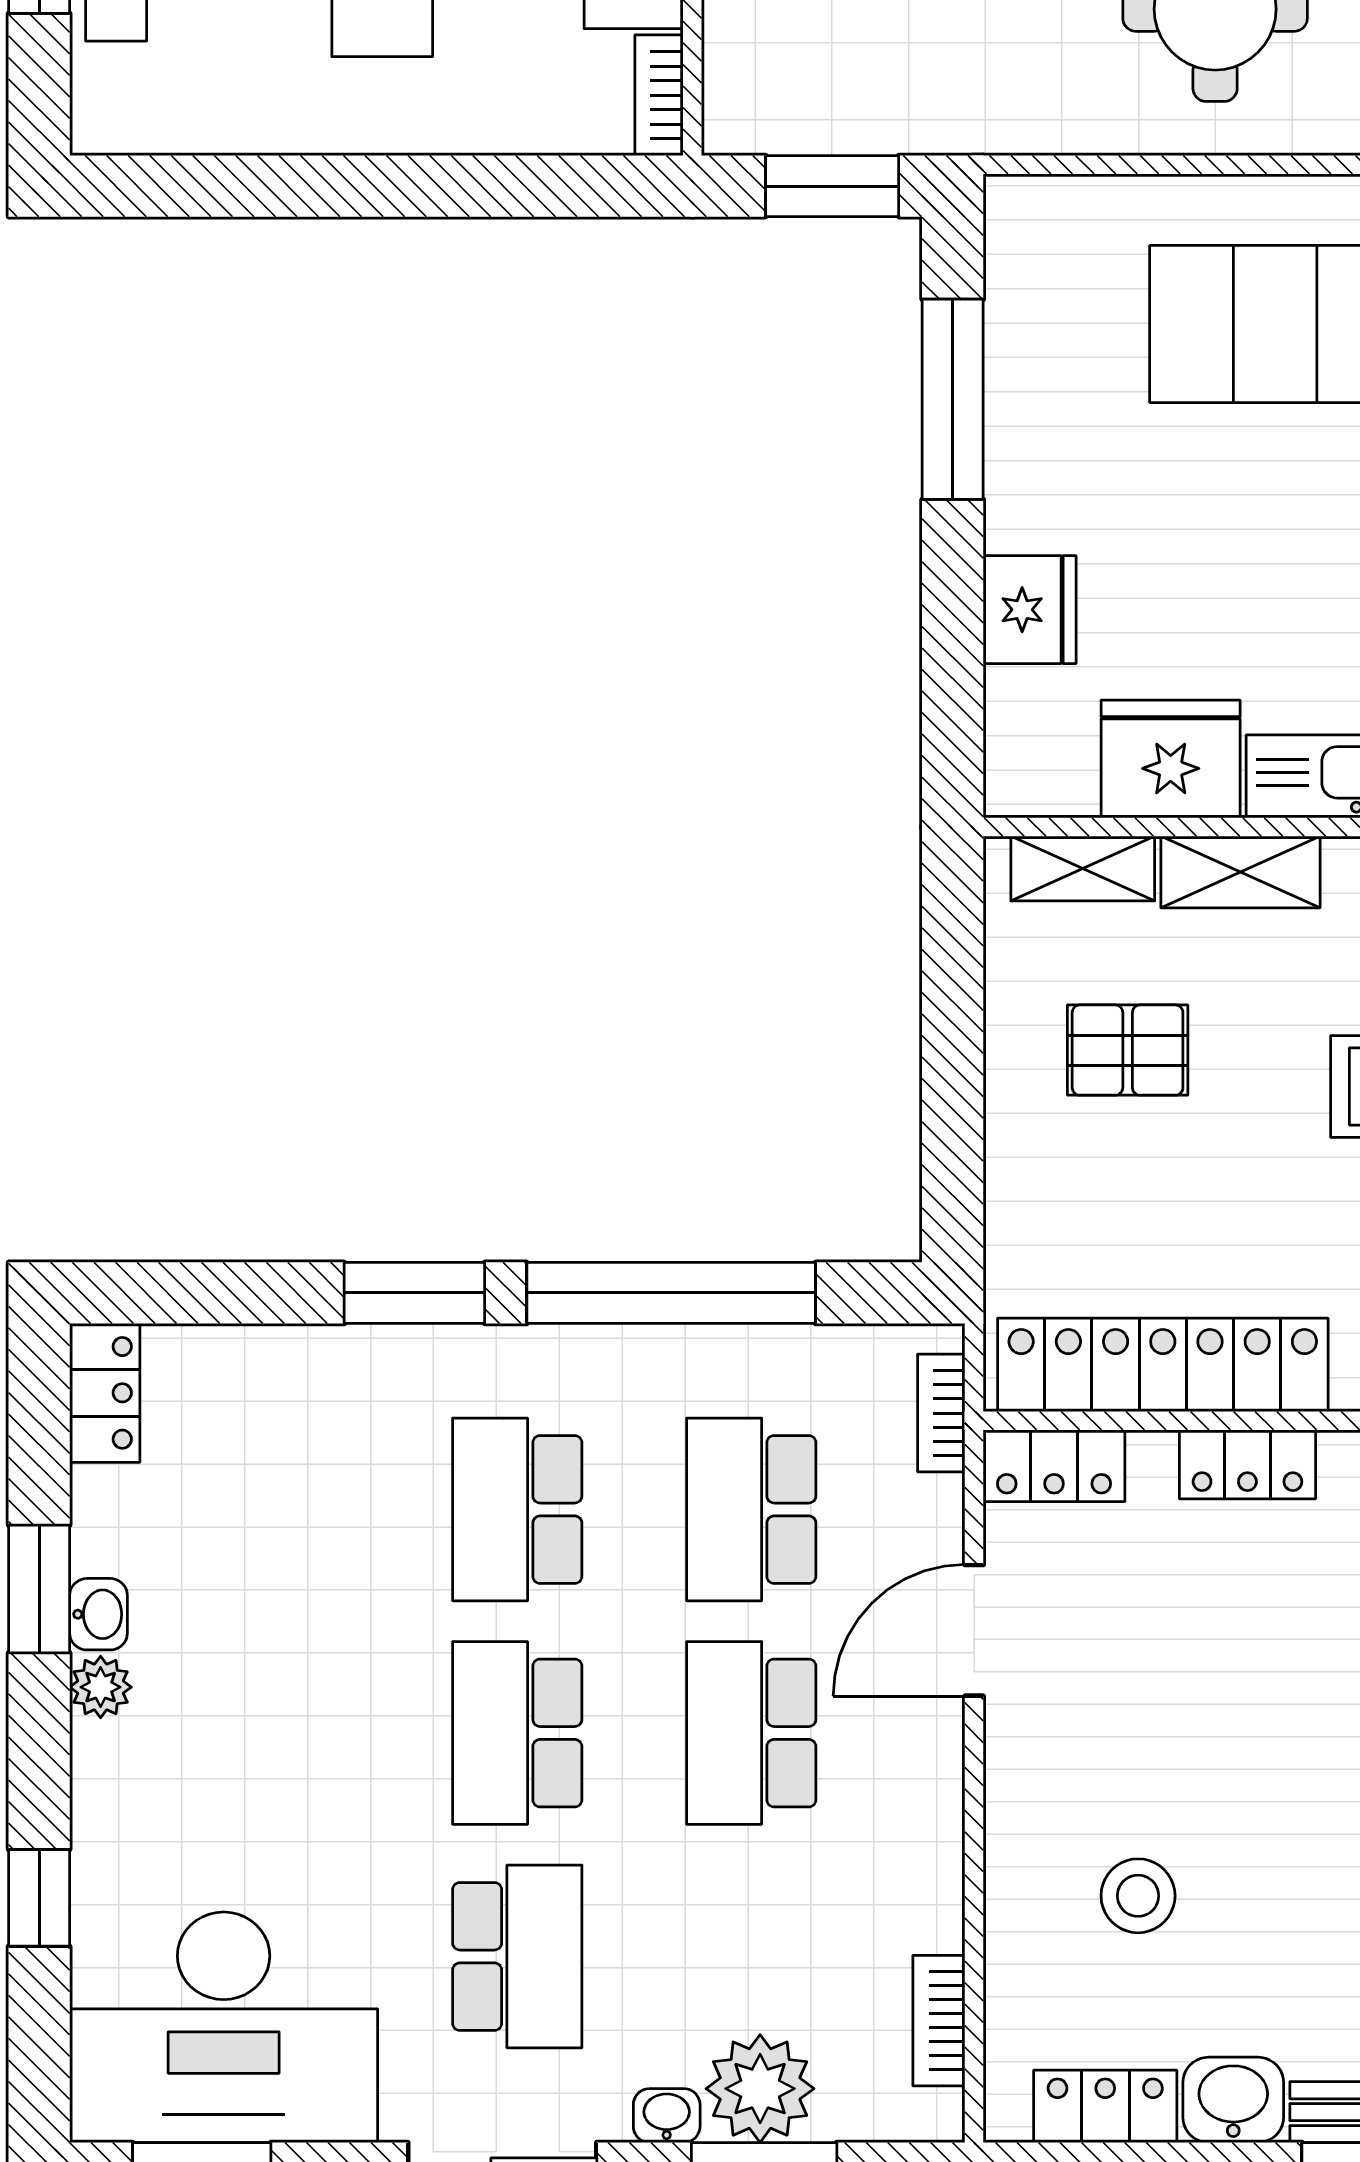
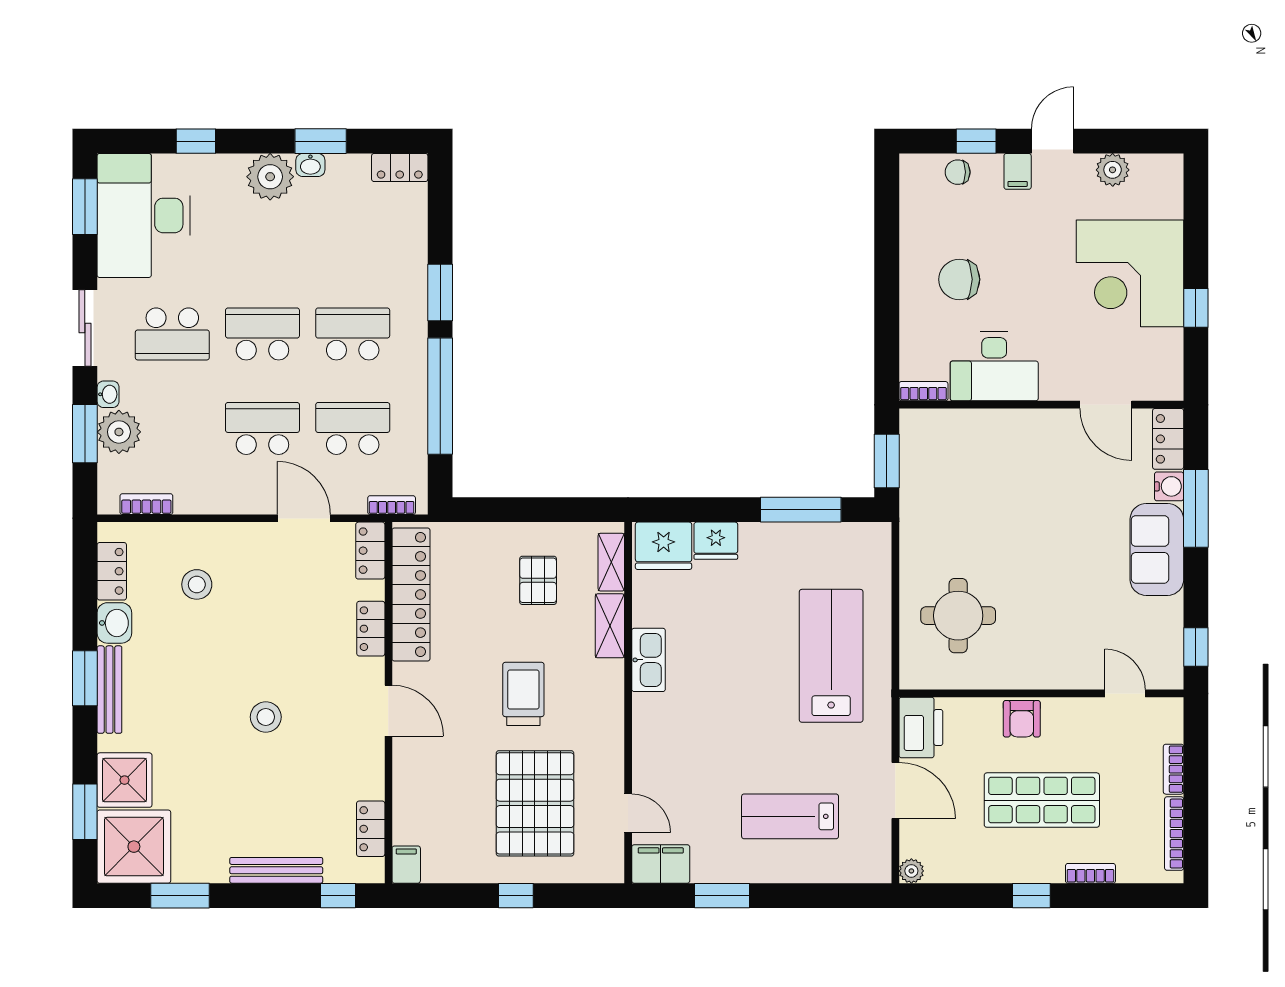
fridge: (1171, 759) -> (664, 546), moved, turned 90
plant: (101, 1687) -> (270, 177), width x1.88, depth x1.88

